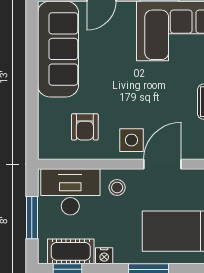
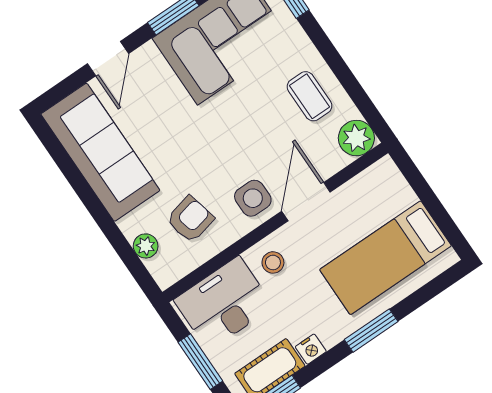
plant: (47, 125) -> (146, 246), added
armchair: (85, 127) -> (190, 219), turned -103

